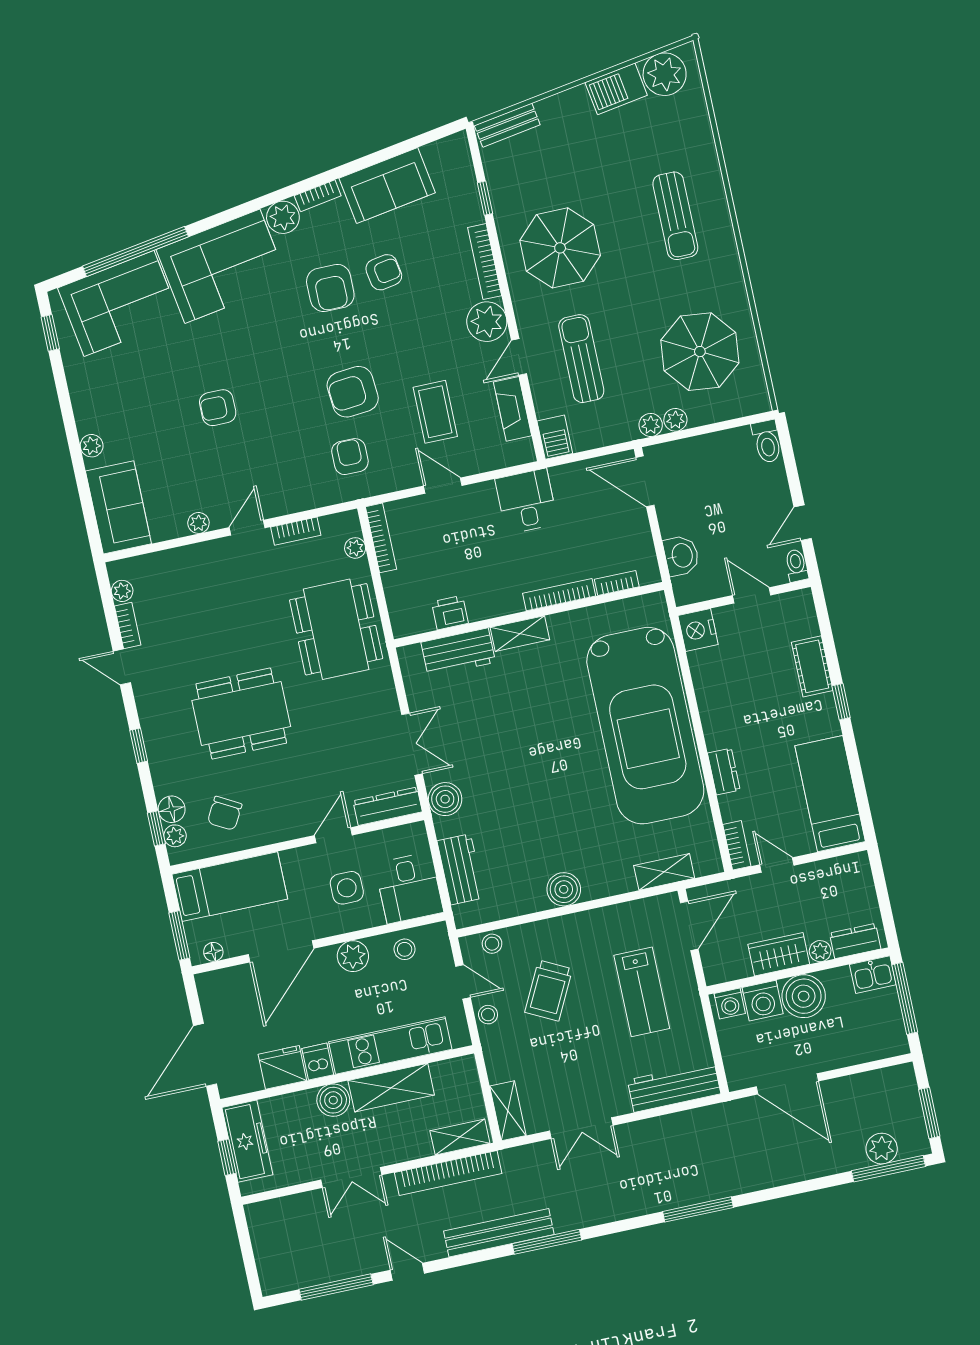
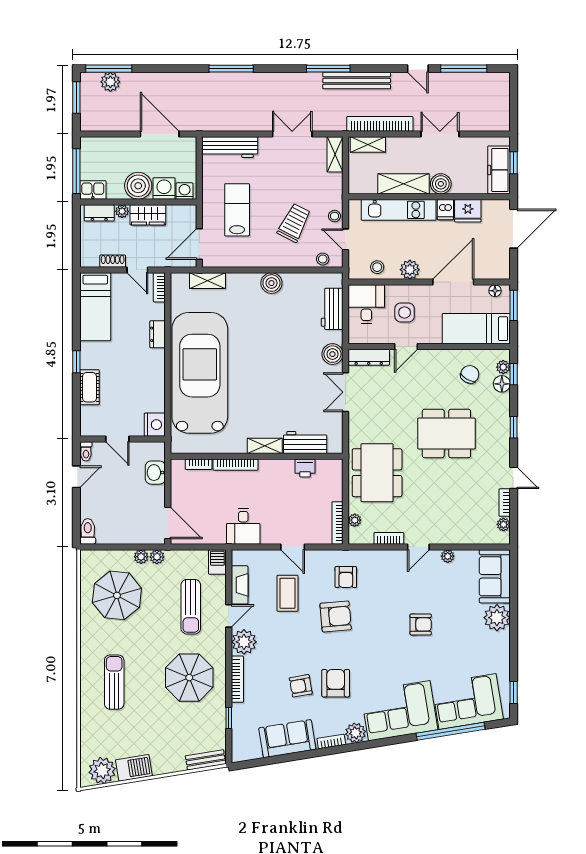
plant: (92, 446) -> (497, 618), width x1.87, depth x1.87
shoe rack: (818, 870) -> (113, 261), added

